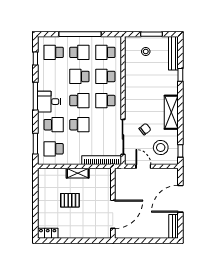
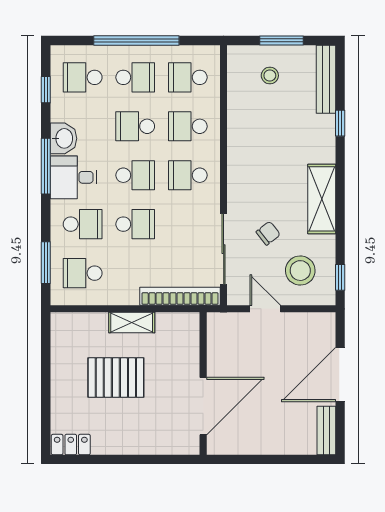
washbasin: (44, 82) -> (63, 138), added
pallet: (70, 200) -> (116, 378), width x1.50, depth x1.42

